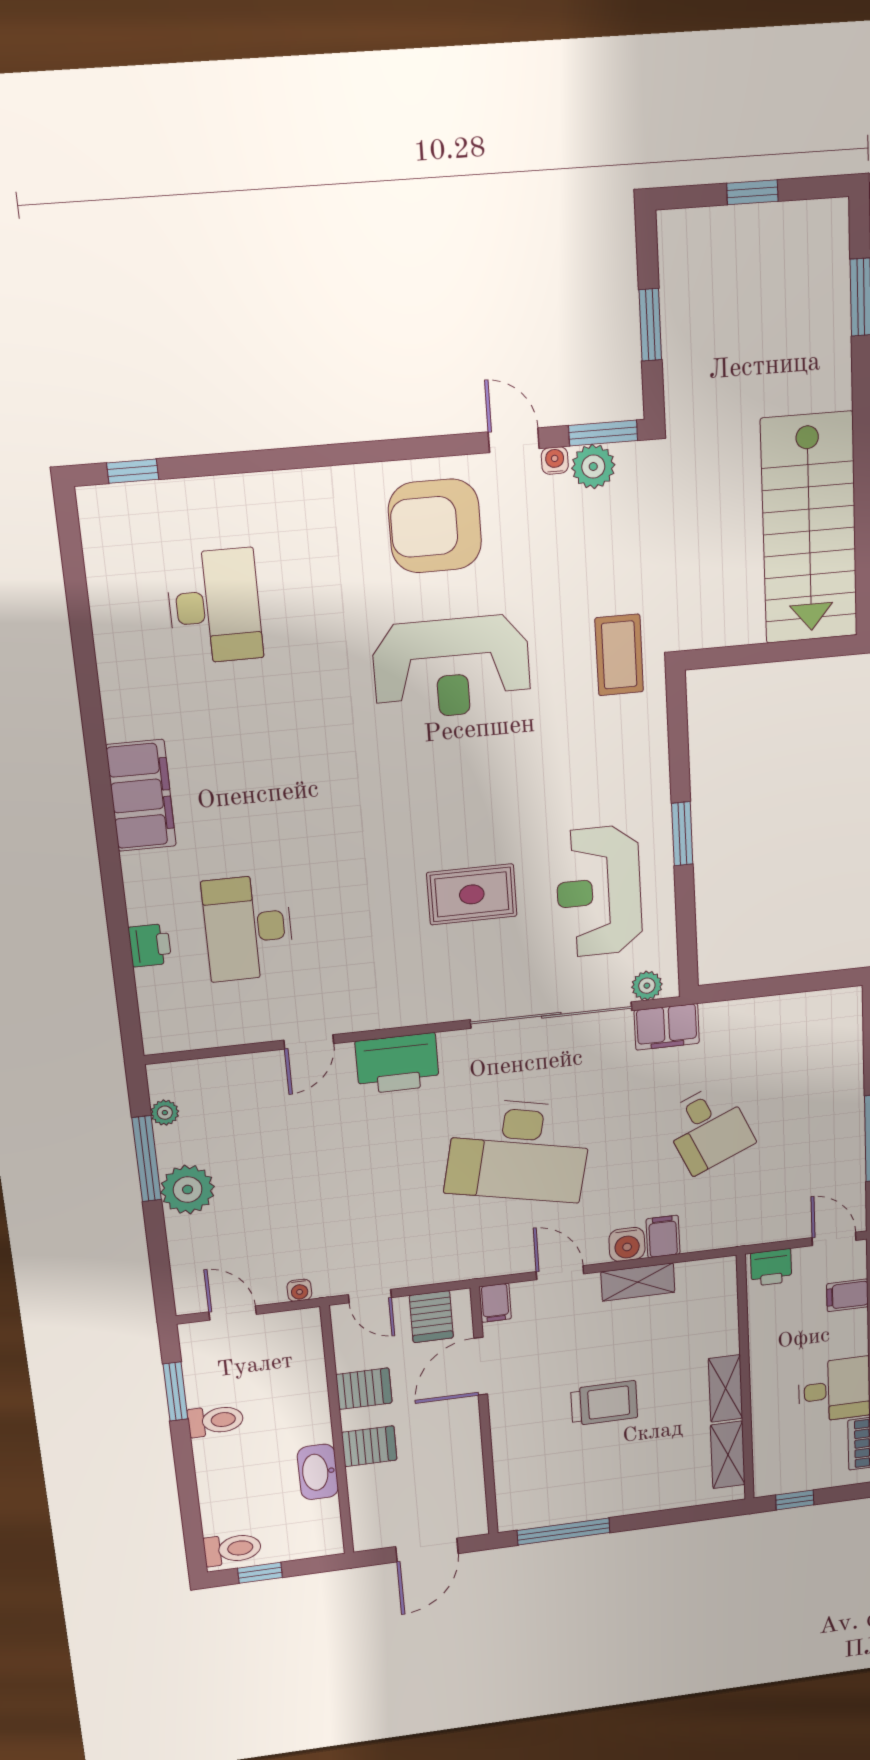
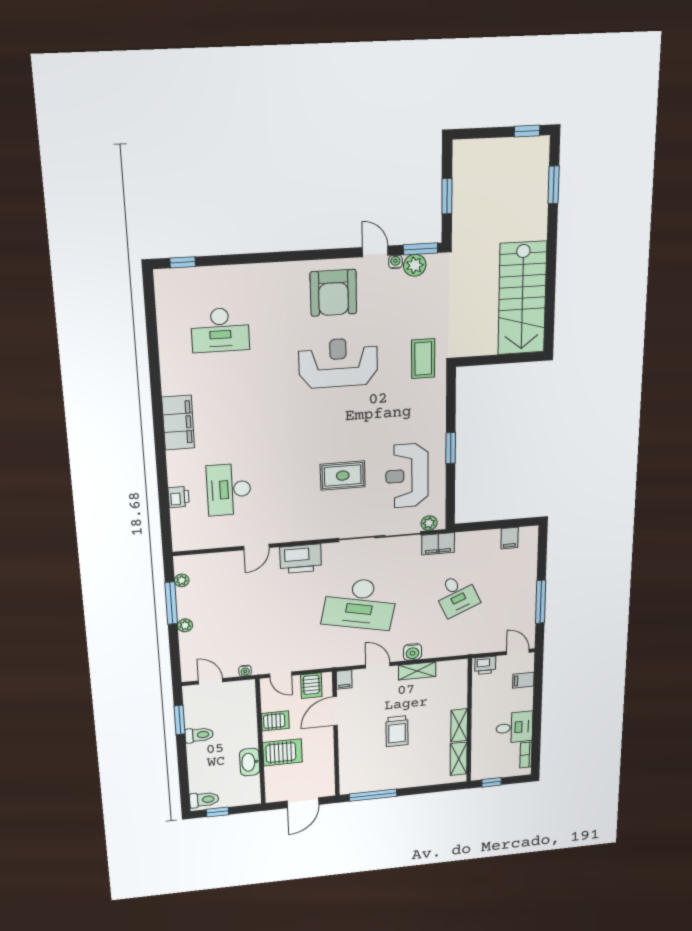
window: (752, 192) -> (527, 131), moved
armchair: (435, 526) -> (333, 293), turned -90
desk: (214, 606) -> (220, 330), turned 90
reception desk: (452, 667) -> (338, 363), turned 180
plant: (188, 1190) -> (185, 625), width x0.53, depth x0.53
filing cabinet: (663, 1236) -> (510, 538), moved, turned 180
trolley: (604, 1403) -> (397, 731), turned 90
server rack: (369, 1446) -> (282, 752), width x1.36, depth x1.44

